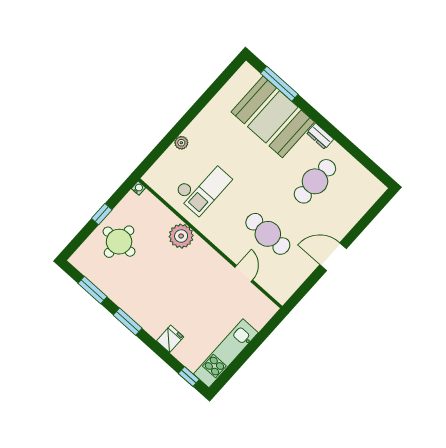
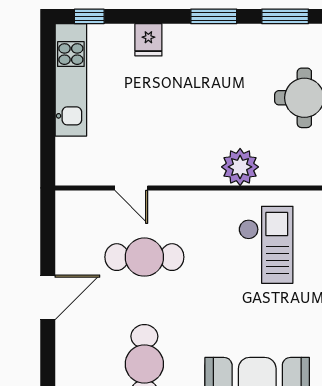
checkout: (203, 186) -> (266, 245), turned 180

